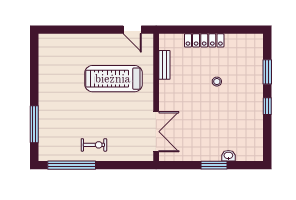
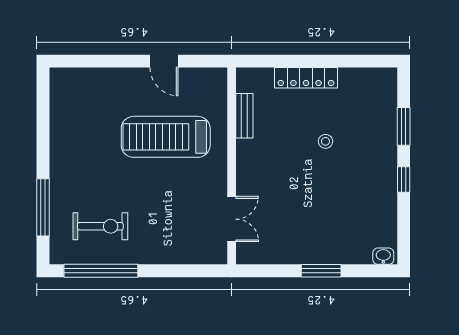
door: (132, 30) -> (164, 61), moved
double door: (156, 132) -> (232, 219), width x0.73
exercise bike: (94, 145) -> (100, 226), moved, width x1.38, depth x1.39
washbasin: (228, 156) -> (383, 256), moved

